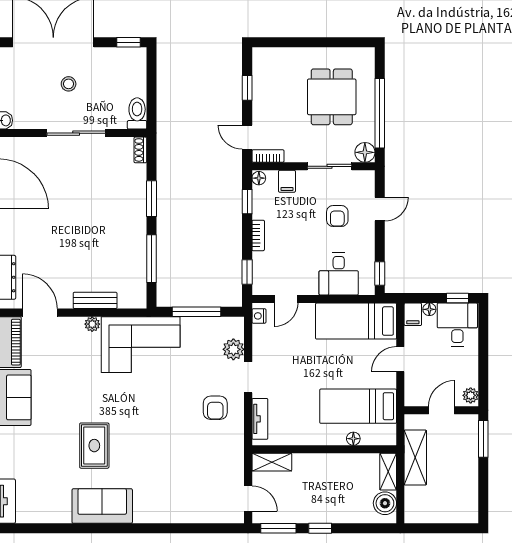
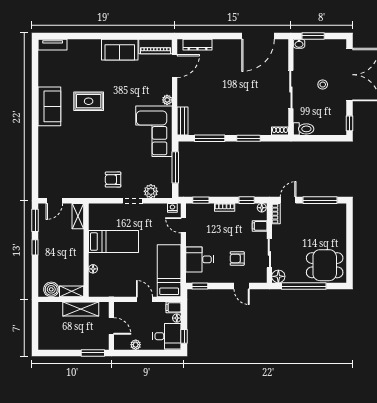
window: (247, 88) -> (320, 200), width x2.17
dining table: (332, 97) -> (325, 265), moved
bench: (95, 300) -> (183, 121), moved
plant: (471, 395) -> (136, 345), moved
bed: (358, 406) -> (114, 242), moved, turned 90
tv unit: (260, 419) -> (106, 208), removed

